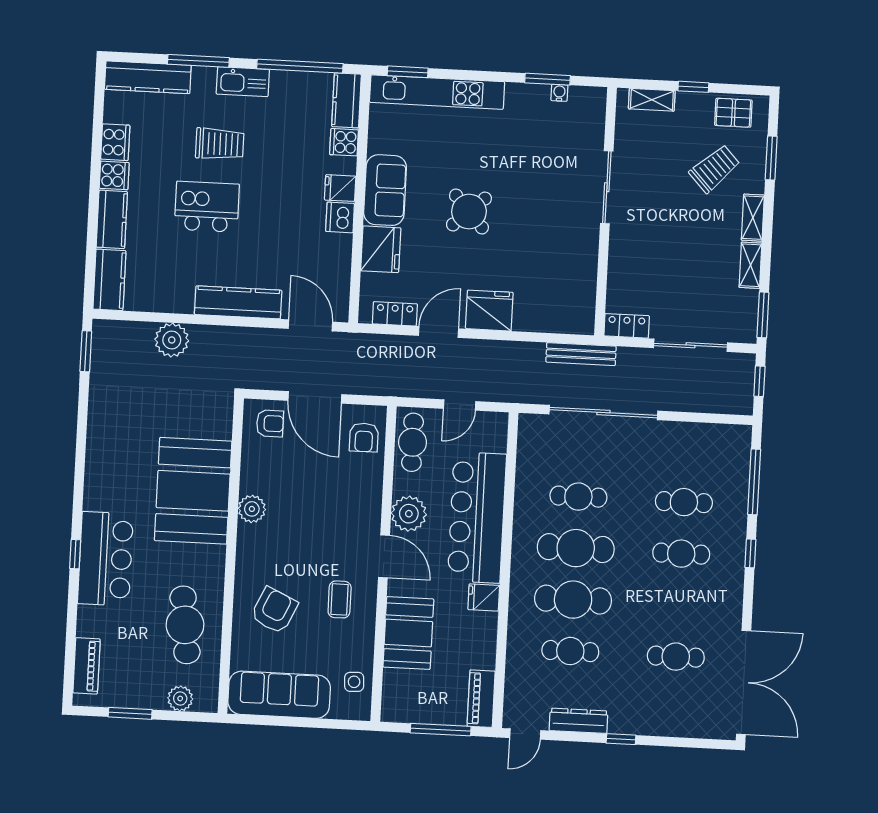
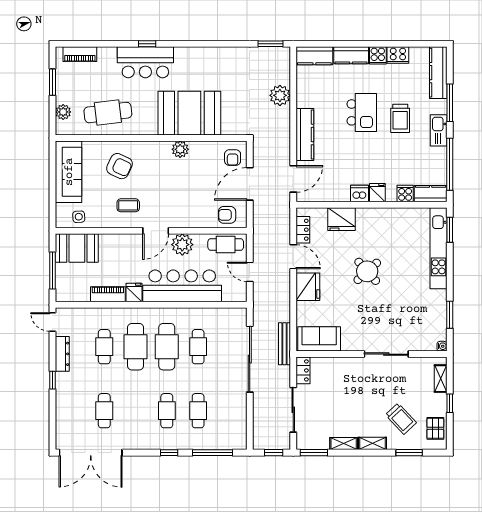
water cooler: (559, 93) -> (442, 346), moved
sofa: (385, 190) -> (319, 339), moved, turned 180
booth: (408, 633) -> (77, 248), moved
piano: (481, 699) -> (108, 294), moved

